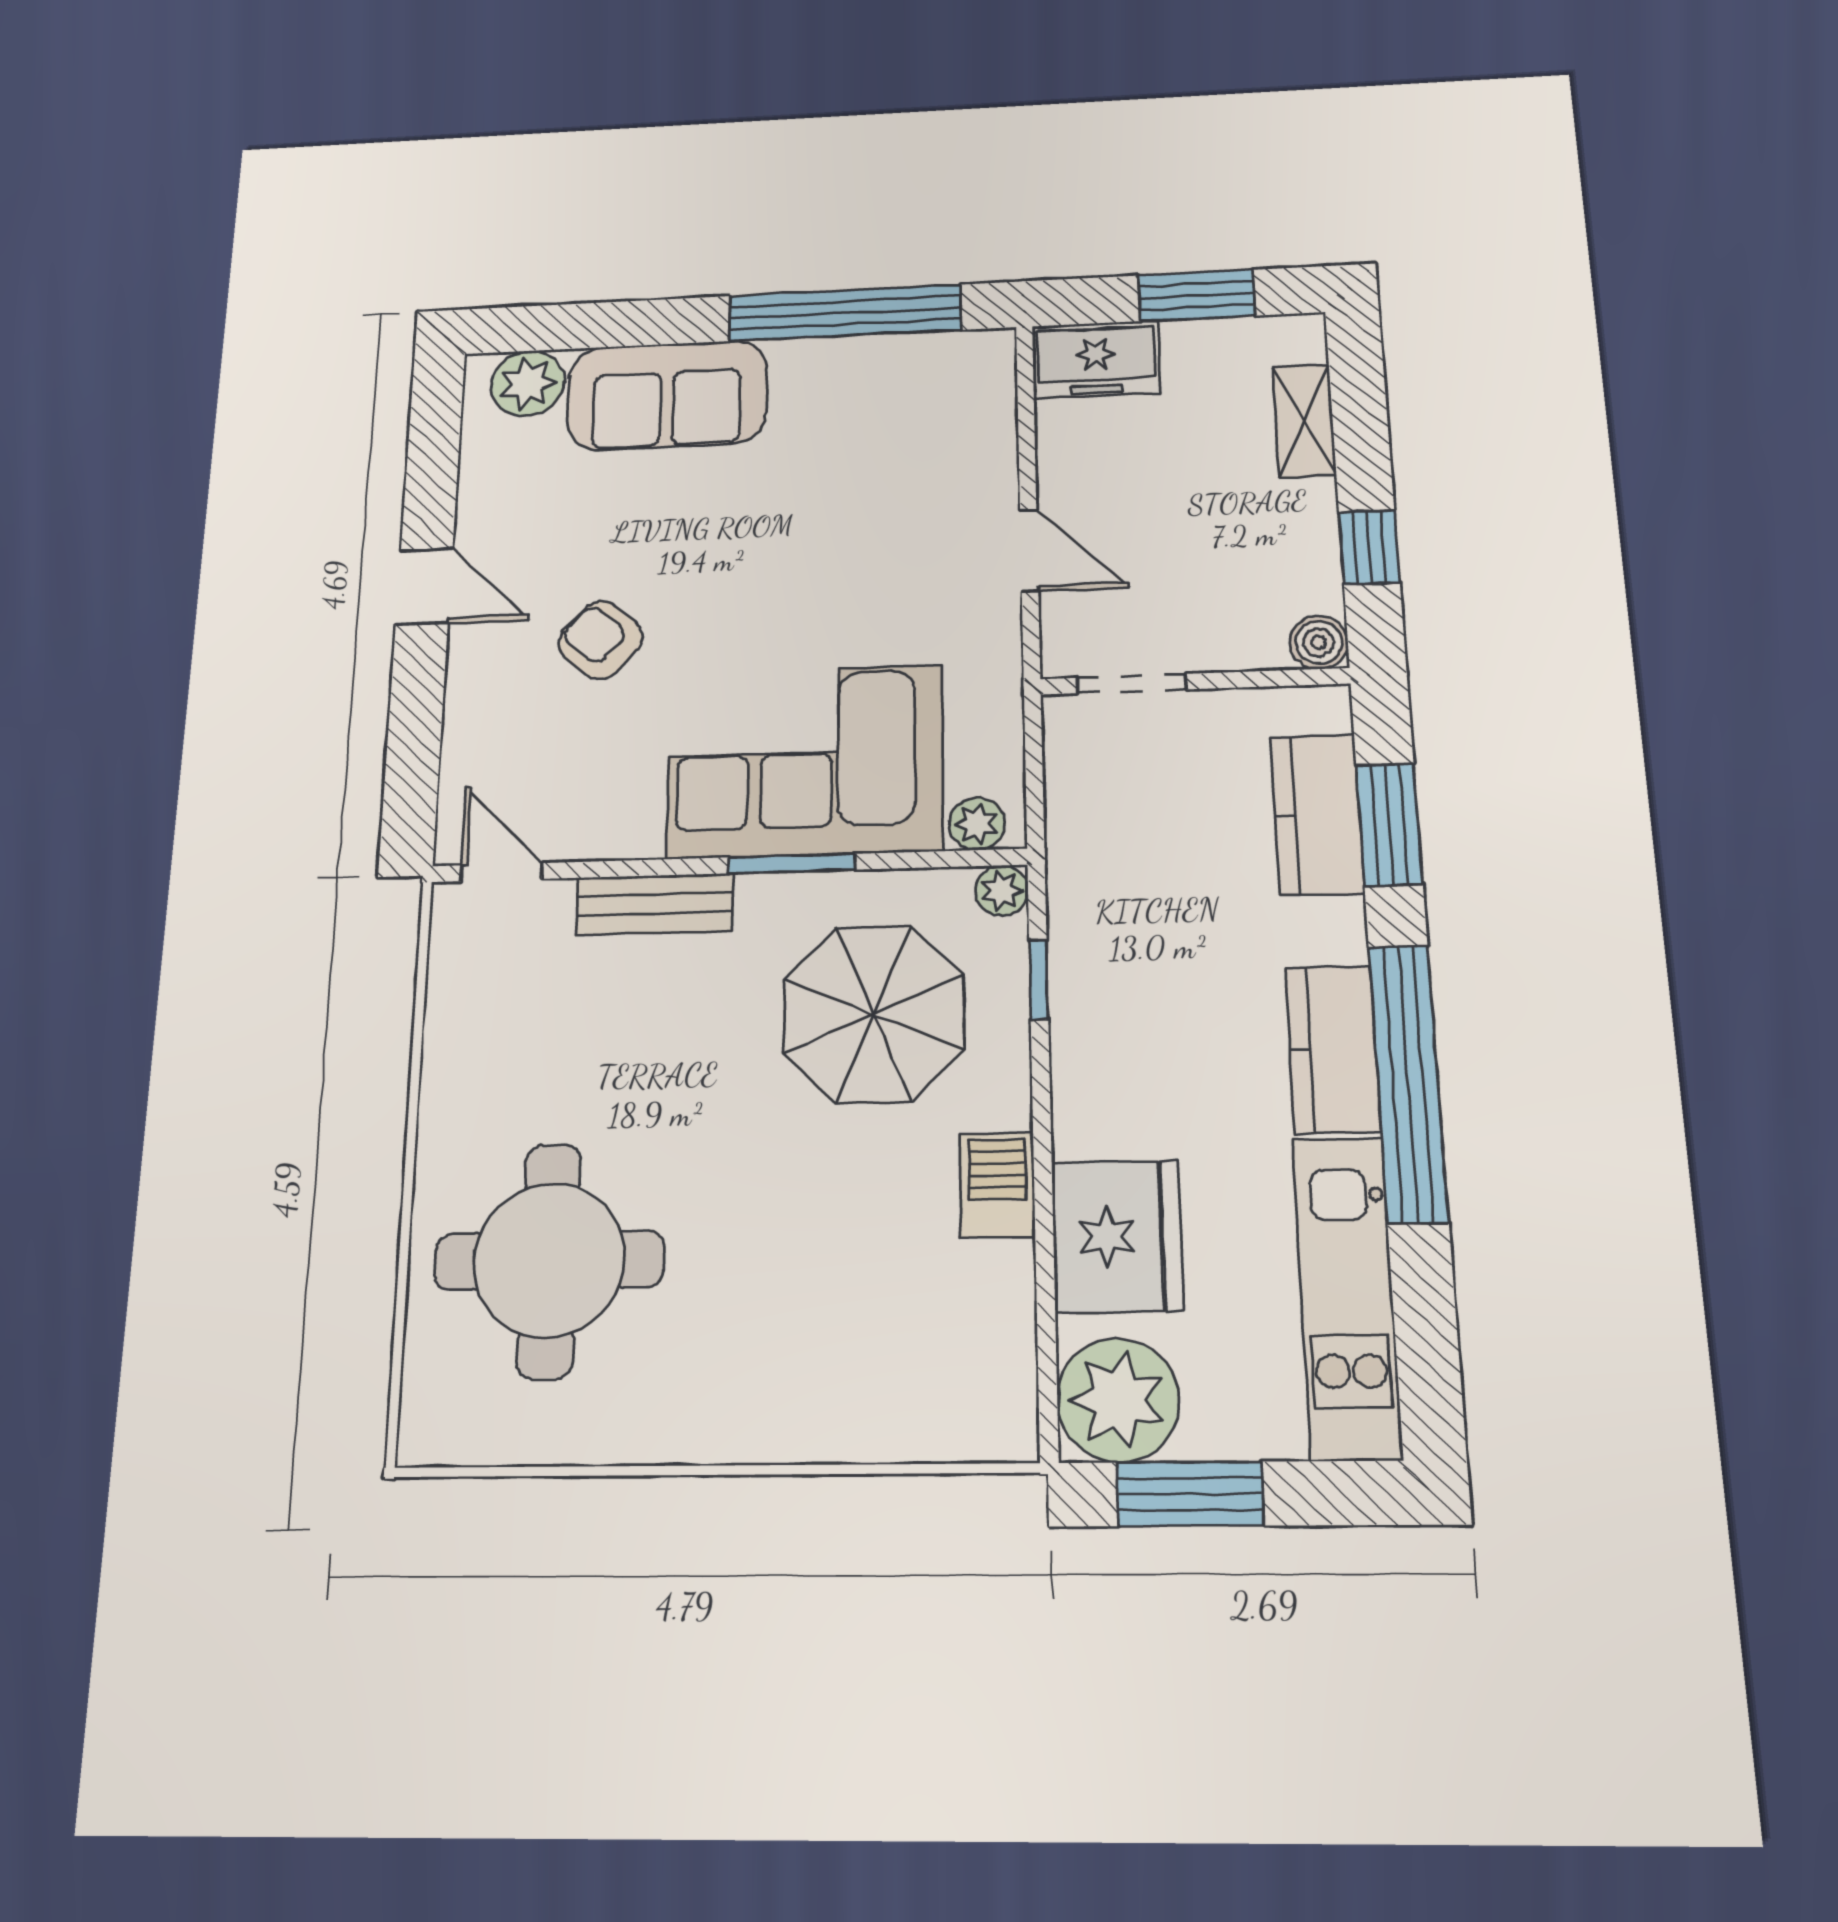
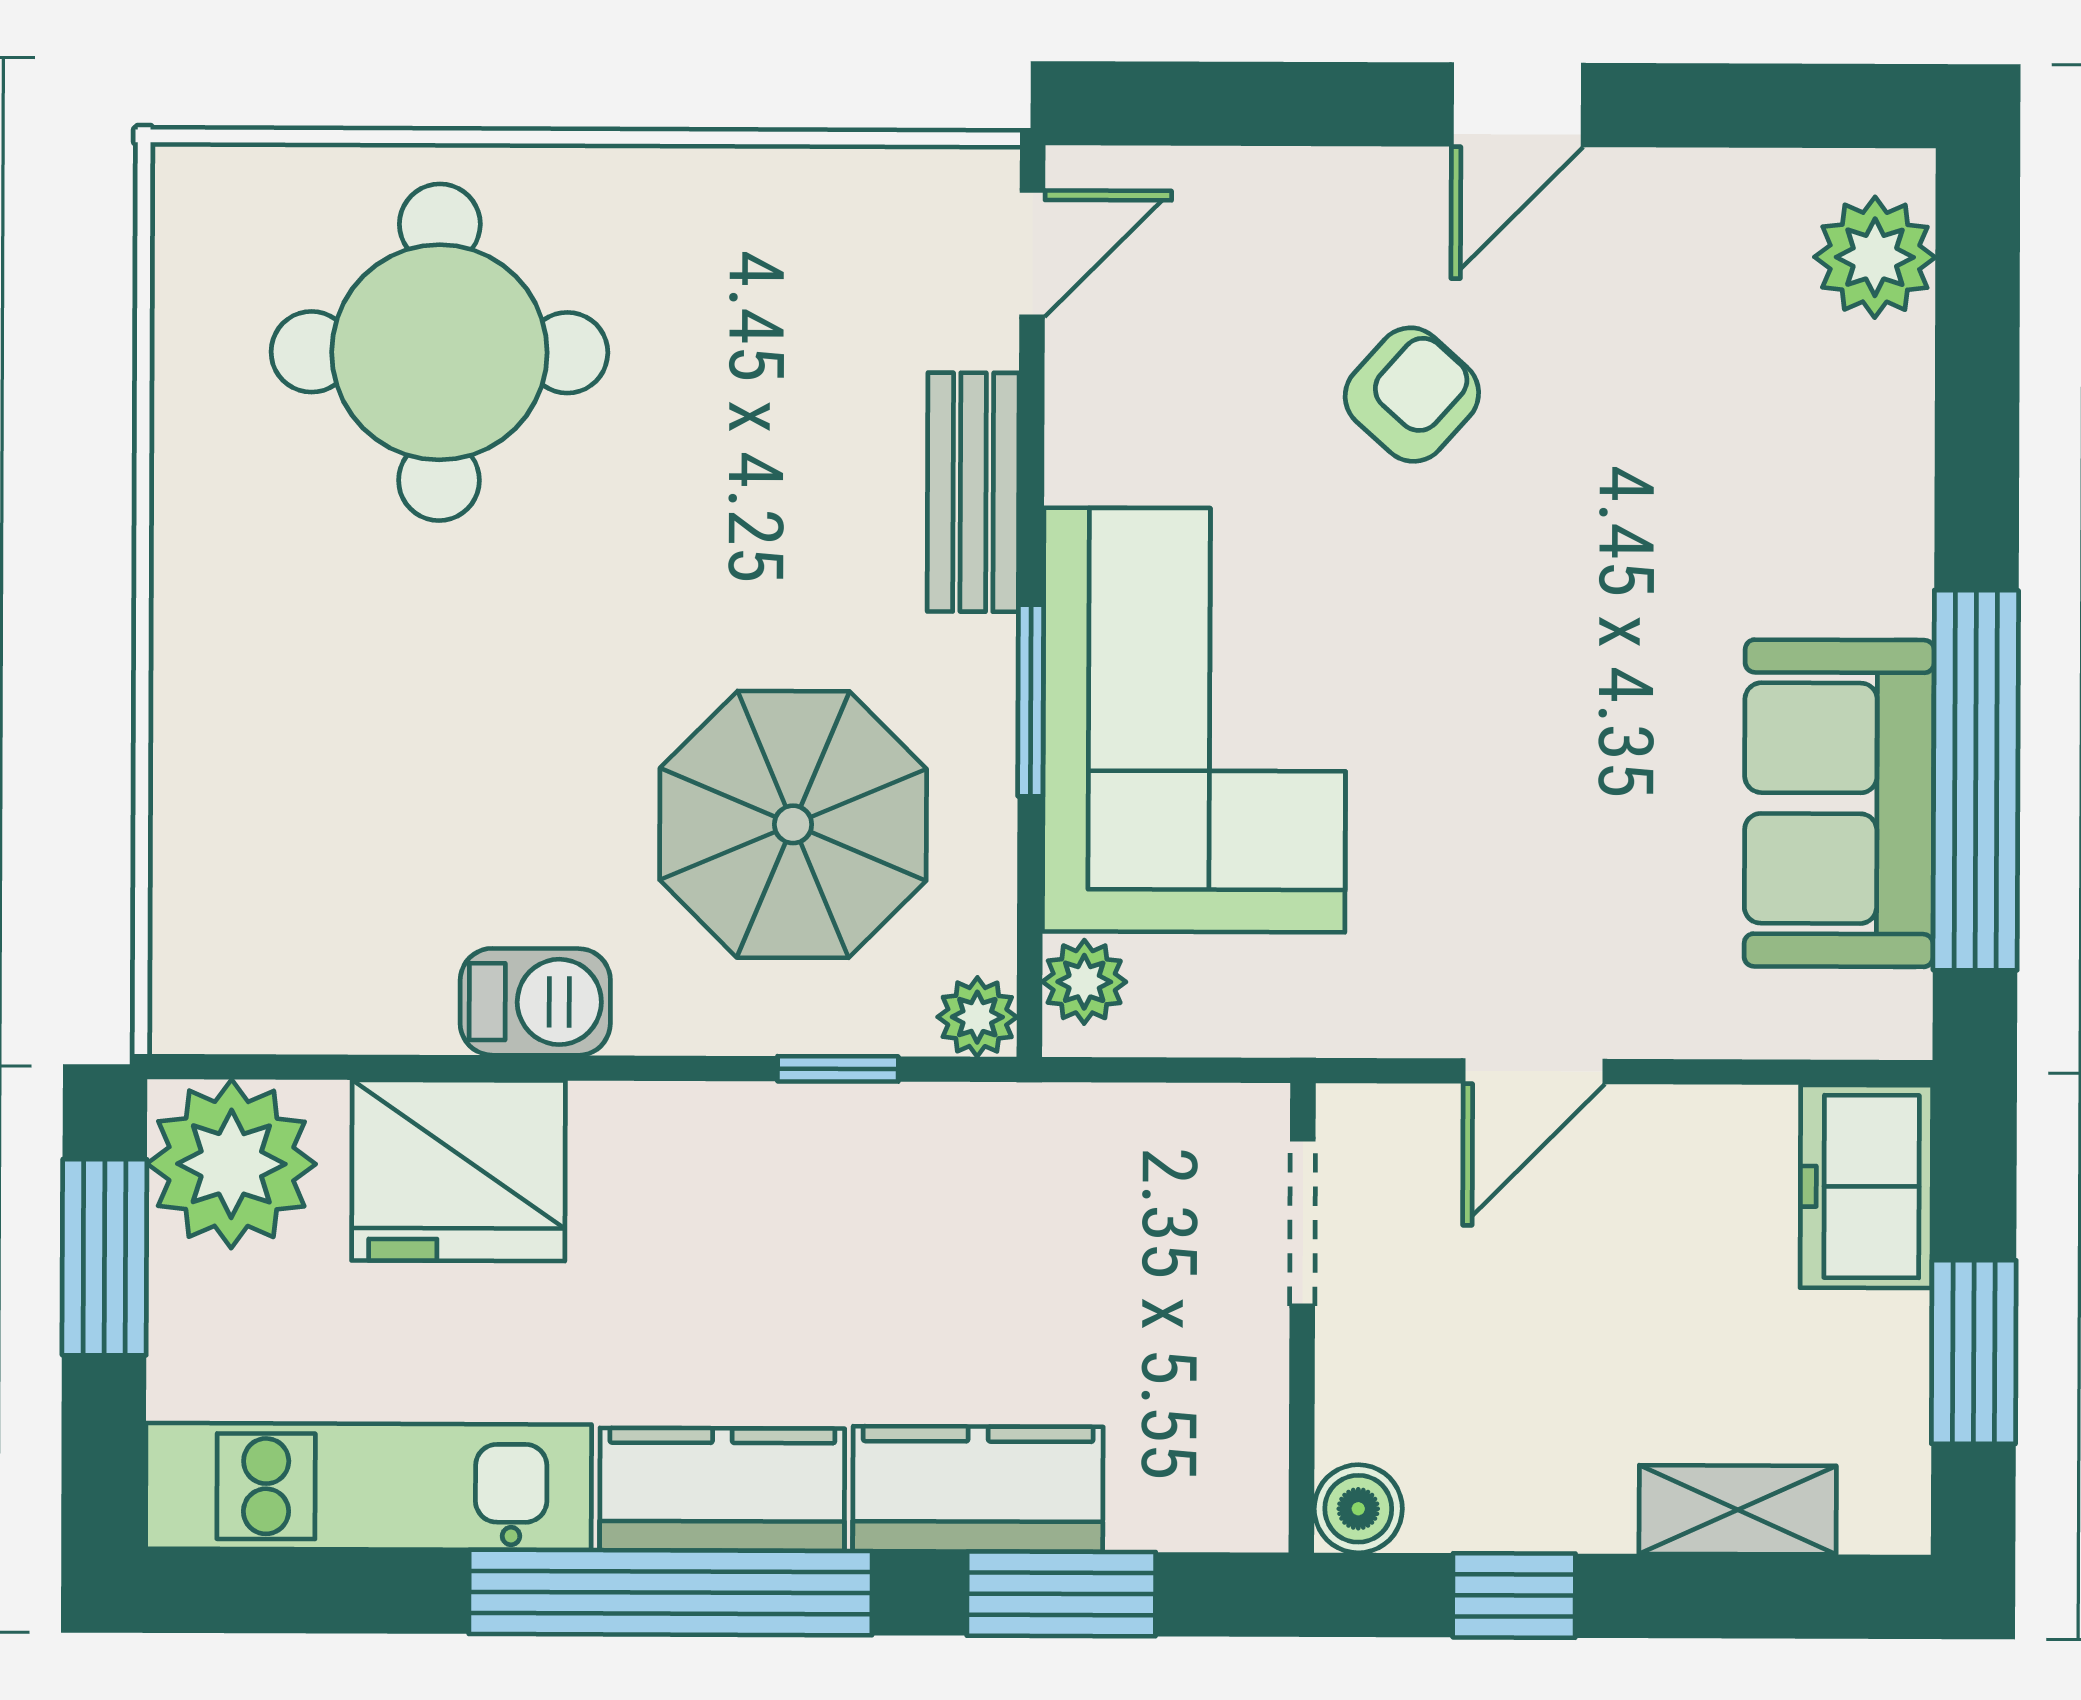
sofa: (667, 395) -> (1839, 803), moved
kitchen counter: (1317, 815) -> (978, 1489), moved

